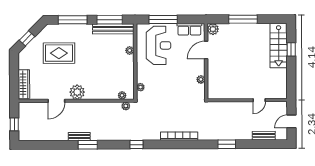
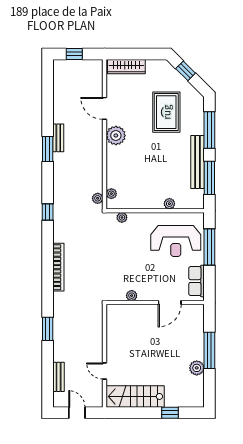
bench: (113, 29) -> (197, 162), moved
plant: (213, 29) -> (197, 368), moved
stairs: (279, 46) -> (135, 396), moved
door: (206, 50) -> (170, 303), swing flipped

